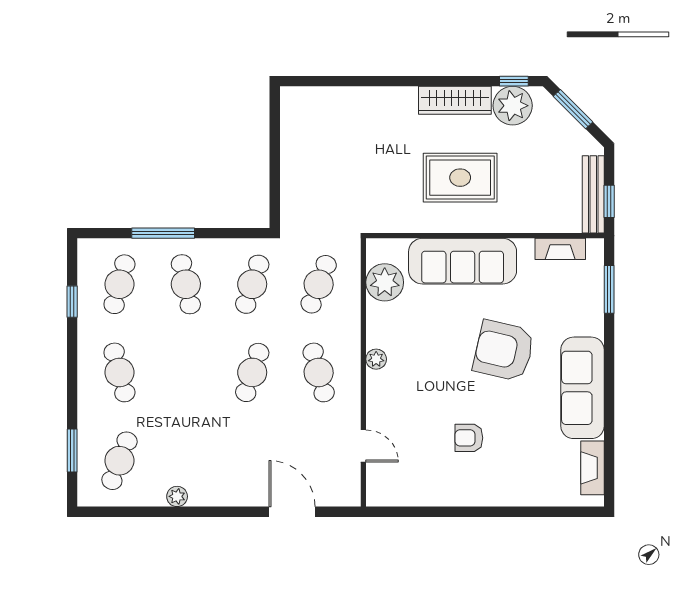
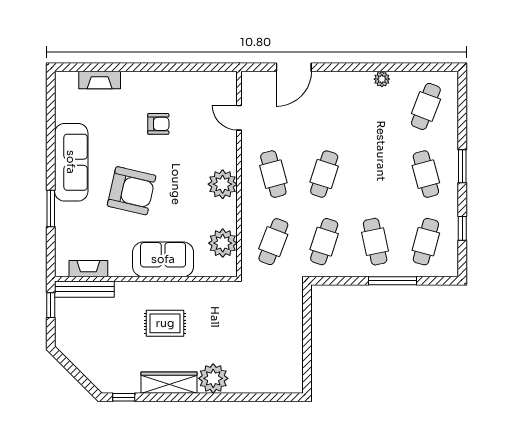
plant: (513, 106) -> (213, 378), moved
window: (573, 109) -> (78, 376), removed
rug: (460, 178) -> (165, 323), width x0.73, depth x0.70
bench: (593, 194) -> (84, 289), moved, turned 90
sofa: (463, 261) -> (163, 259), width x0.73
window: (609, 289) -> (51, 209), moved
plant: (376, 359) -> (223, 184), width x1.88, depth x1.88
window: (72, 451) -> (462, 166), moved
fireplace: (593, 468) -> (100, 80), moved, turned 90
door: (292, 512) -> (294, 67), hinge flipped

